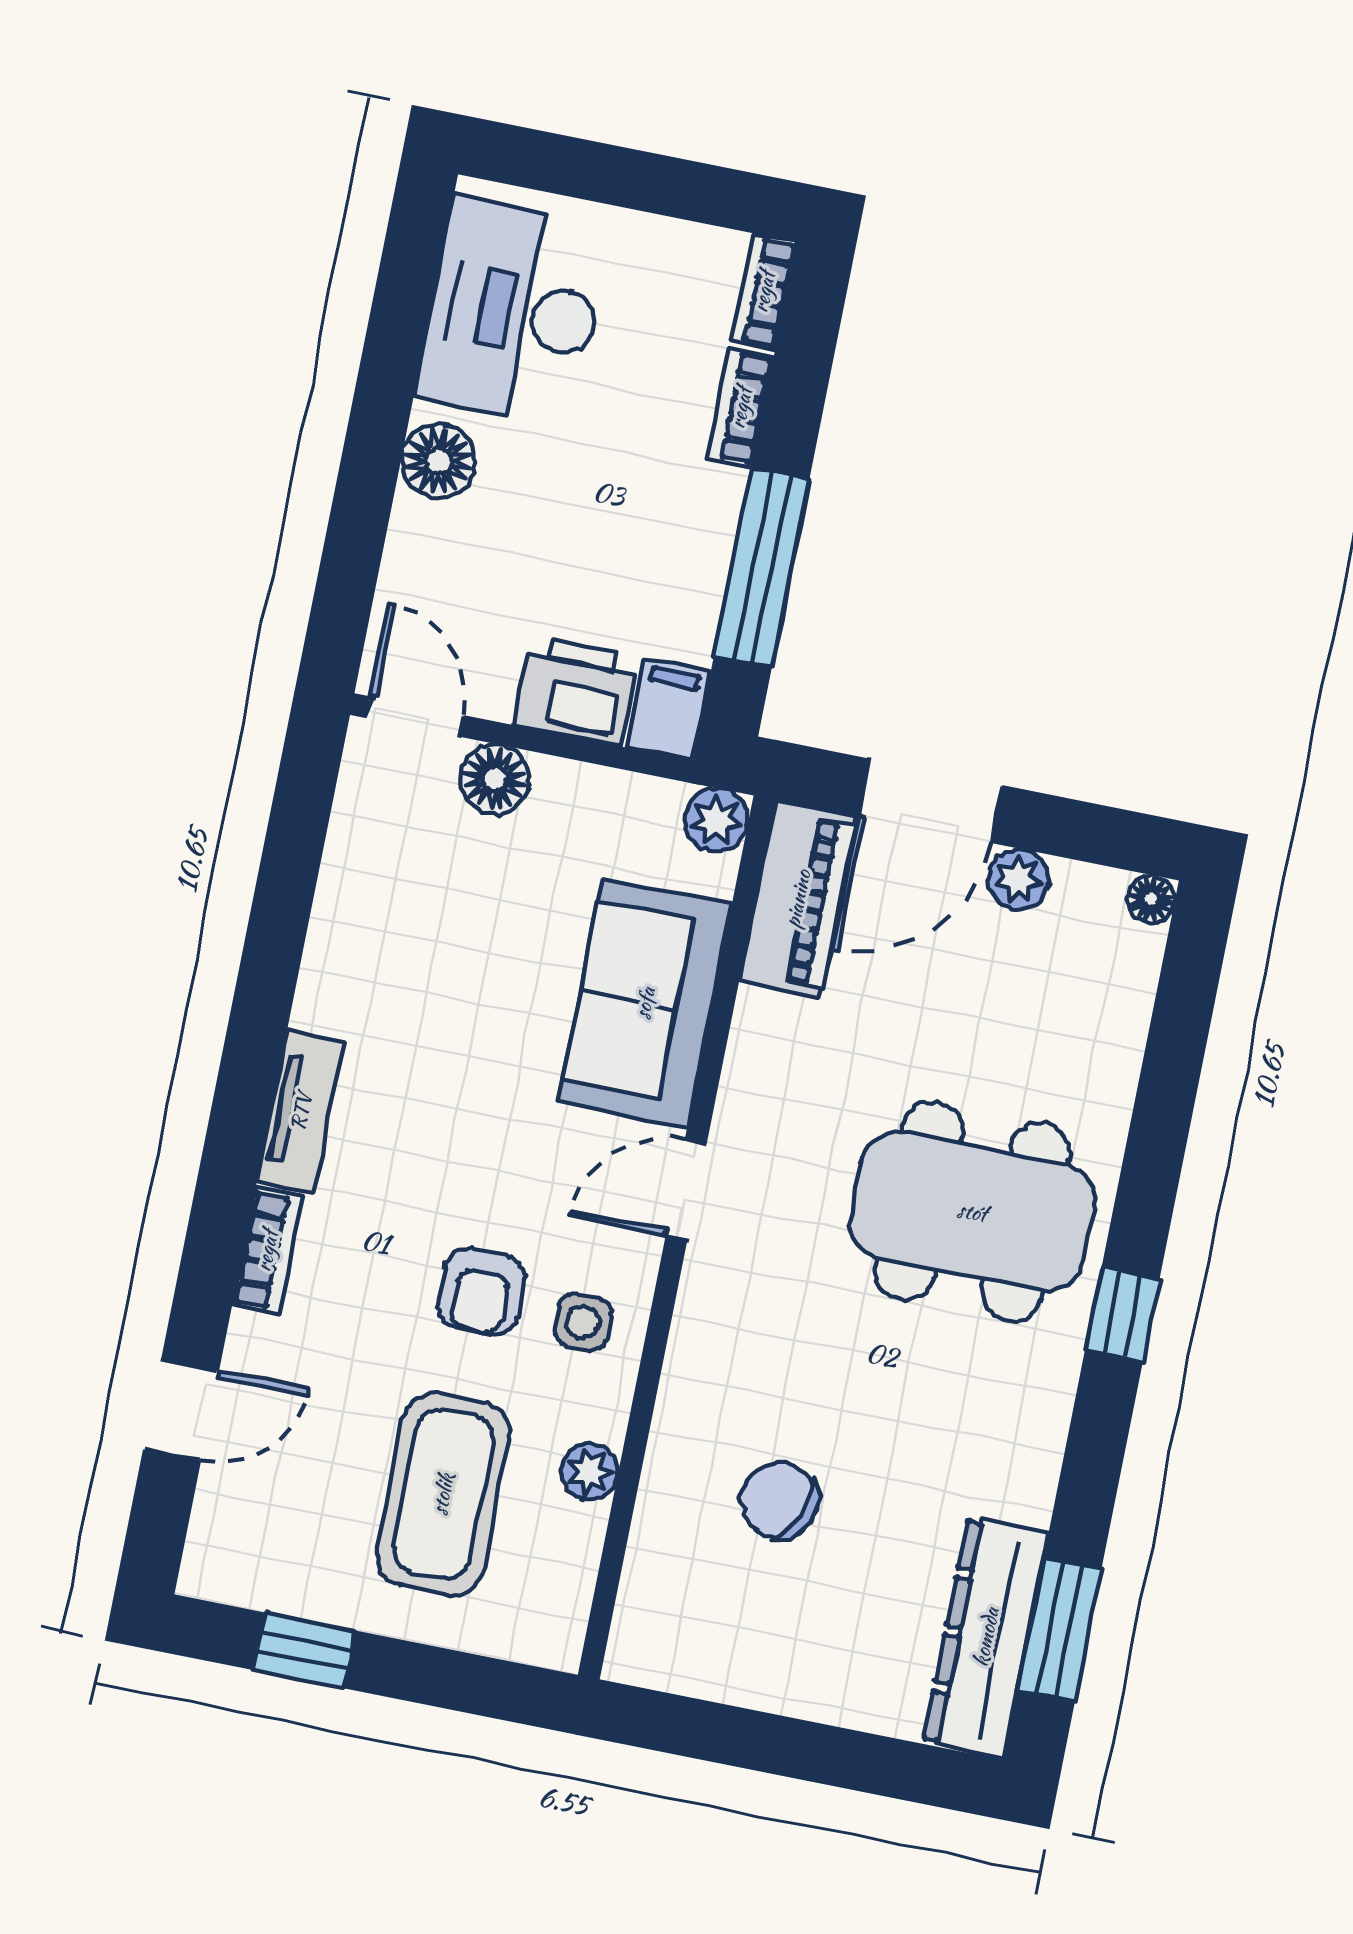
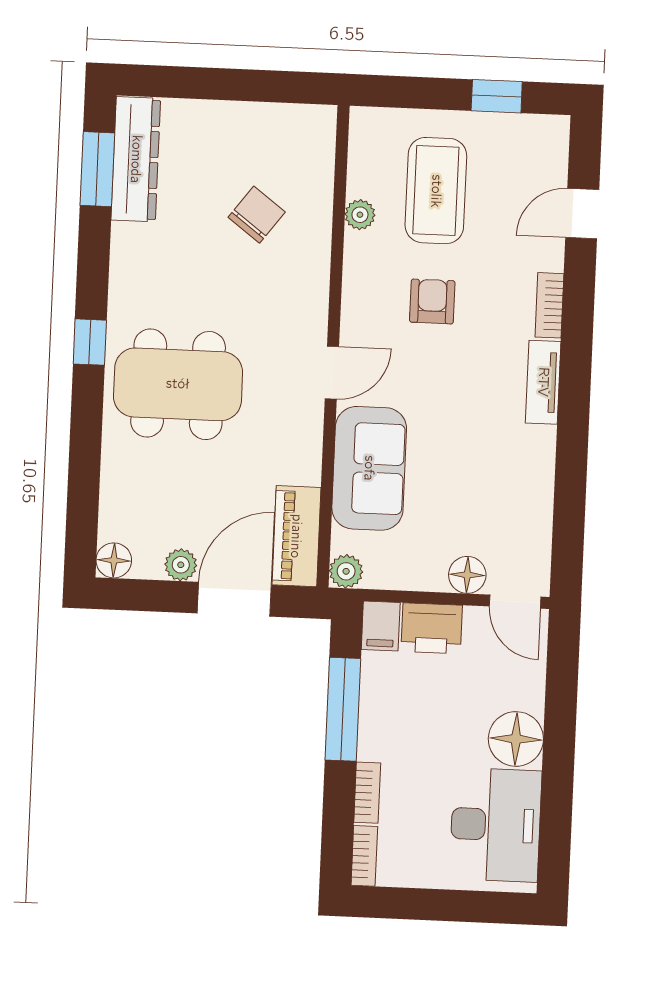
floor lamp: (439, 461) -> (516, 739), width x1.38, depth x1.38
floor lamp: (1151, 899) -> (114, 560), width x1.37, depth x1.37
side table: (583, 1322) -> (376, 294), removed
chair: (779, 1501) -> (257, 215), turned -75

